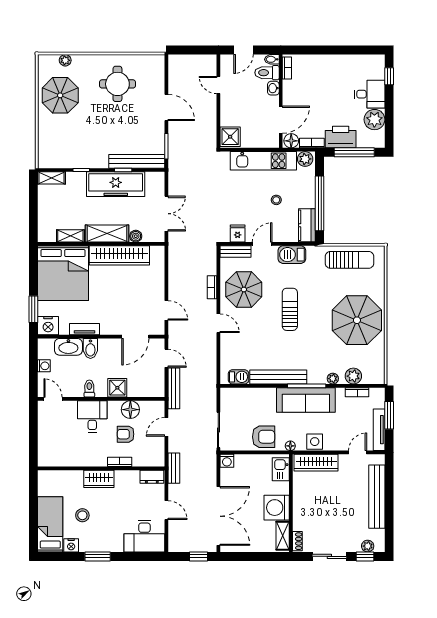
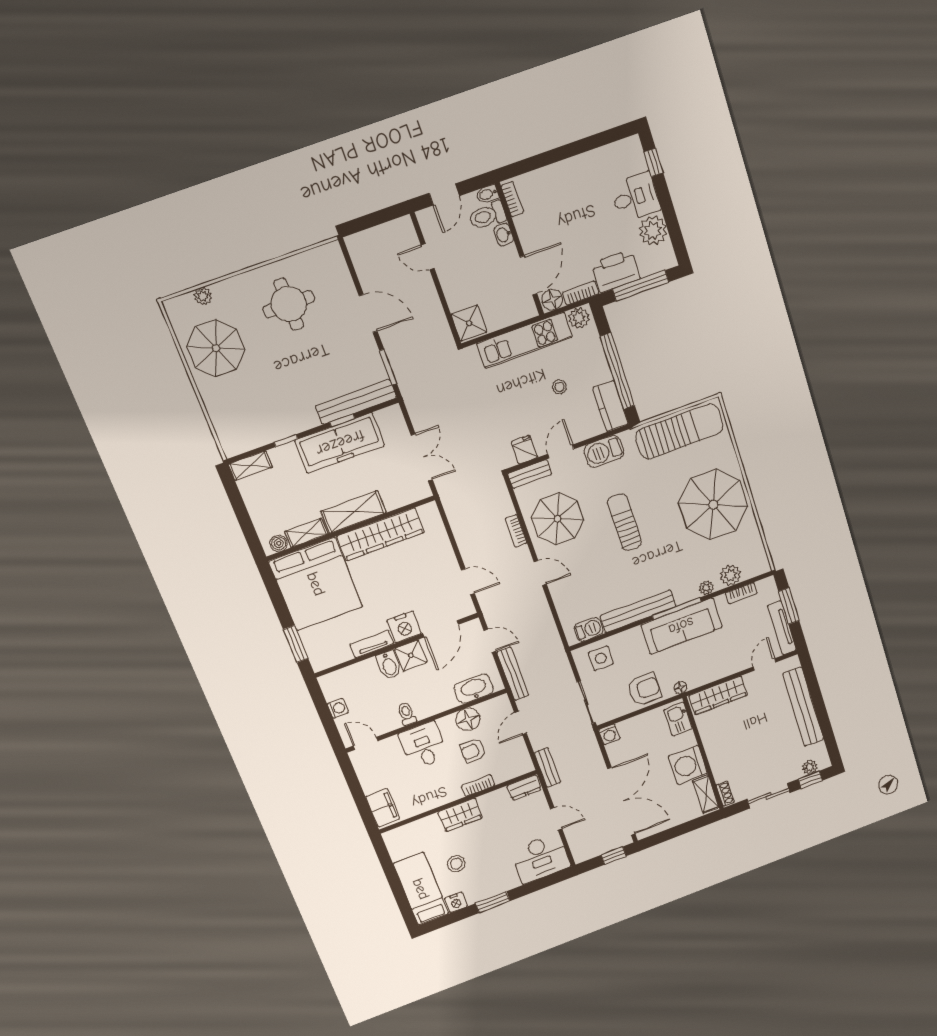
boiler: (136, 236) -> (279, 543), moved
sun lounger: (349, 260) -> (680, 431), width x1.36, depth x1.34
nightstand: (48, 326) -> (404, 627), moved
washbasin: (68, 347) -> (474, 689), moved, turned 180
shower: (117, 388) -> (411, 656), moved
side table: (315, 442) -> (601, 658), moved
filing cabinet: (47, 451) -> (383, 808), added

